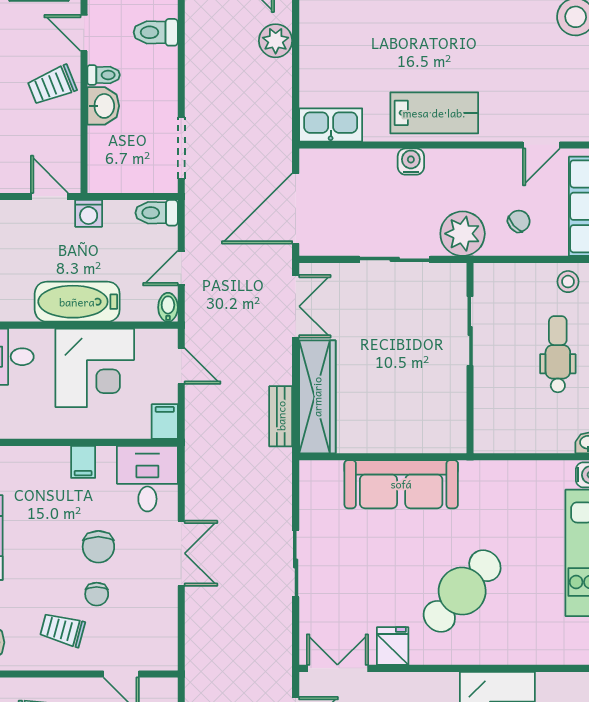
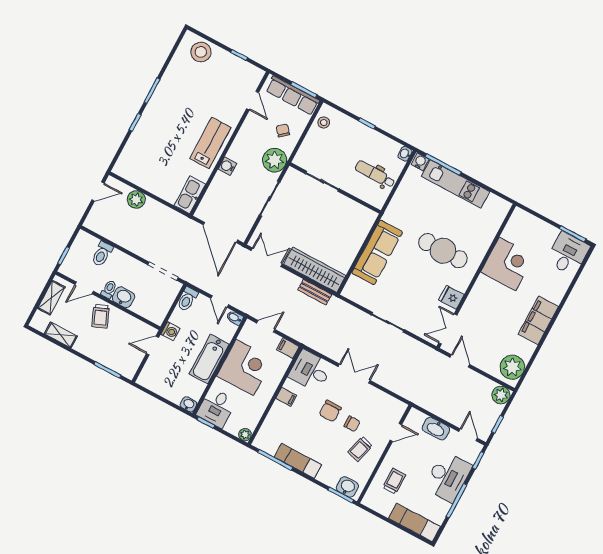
dental chair: (558, 354) -> (375, 174), moved
chair: (98, 547) -> (330, 411), turned 90
cafe table: (462, 591) -> (443, 251), turned -42

